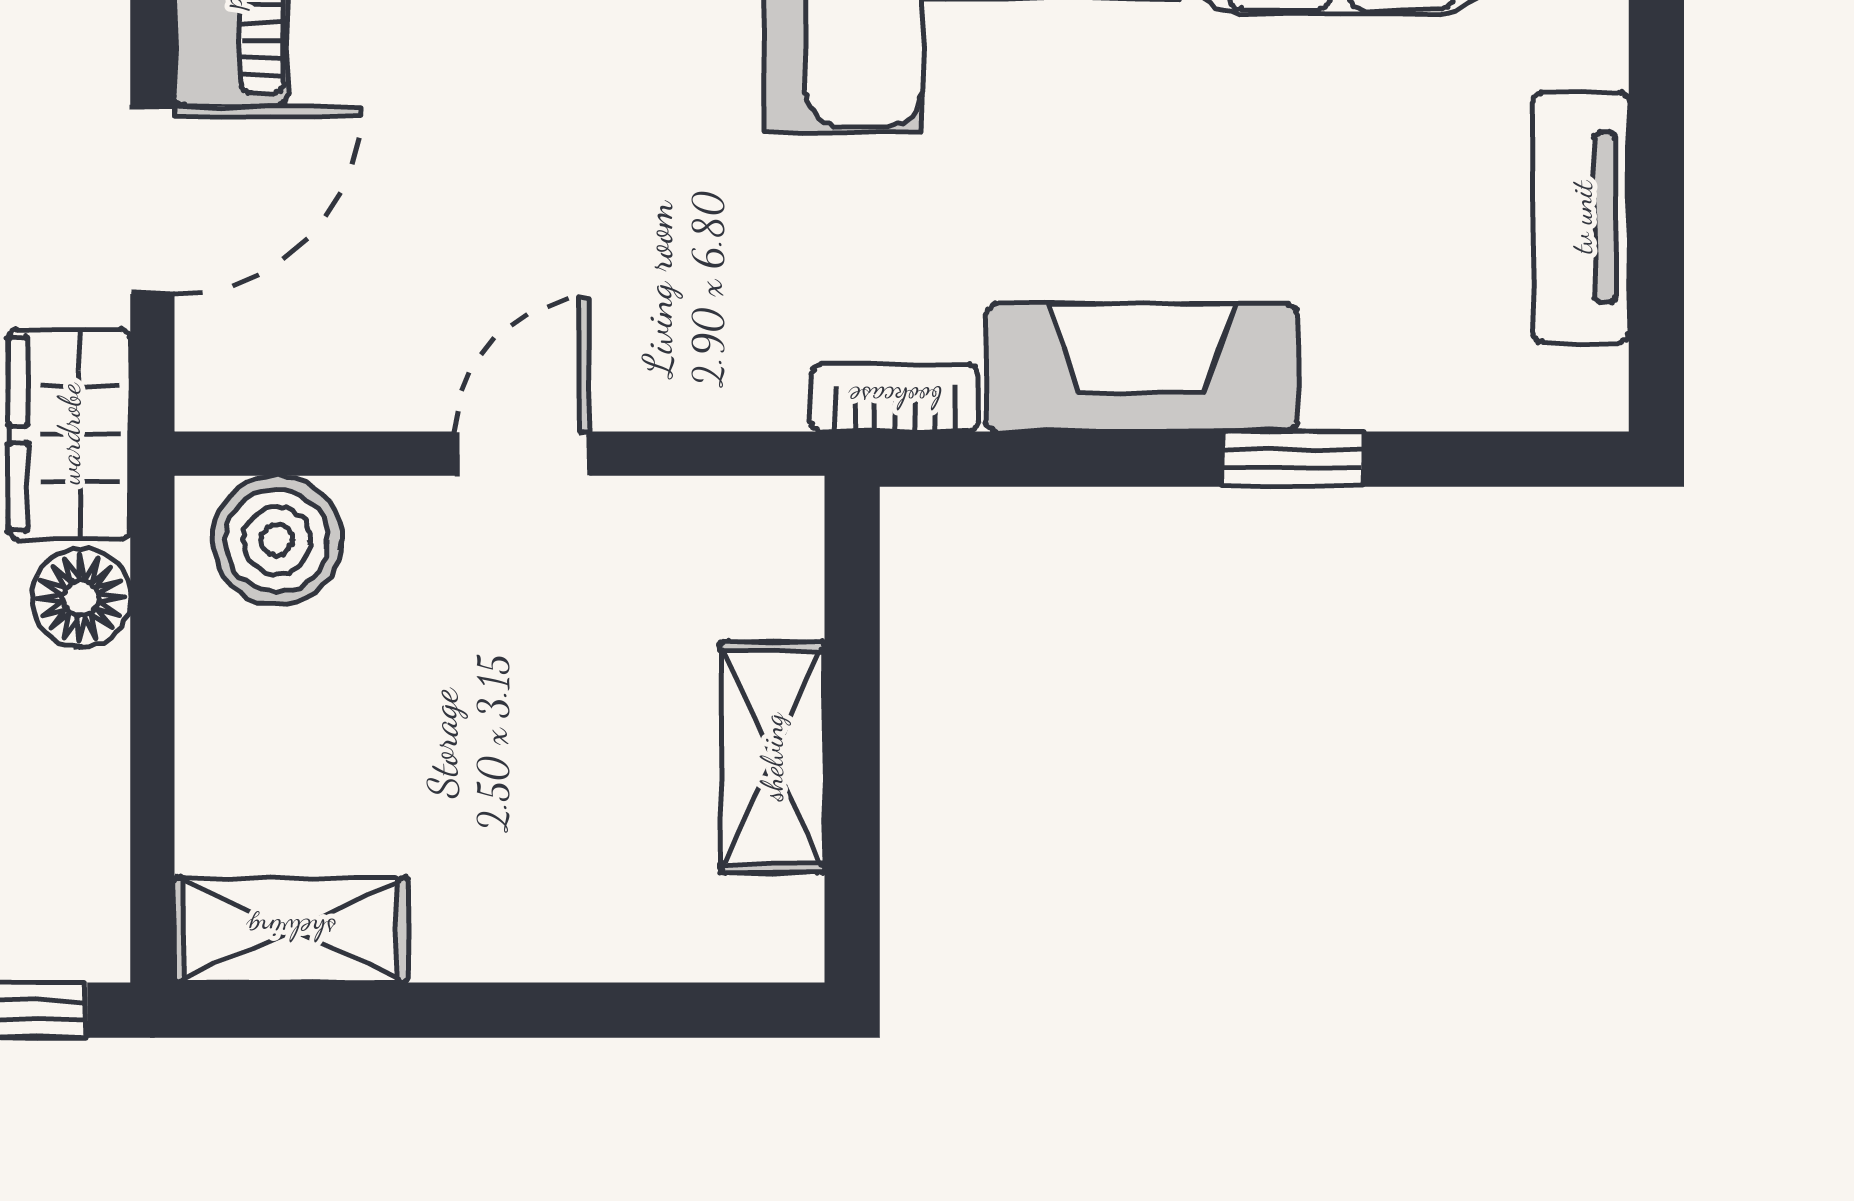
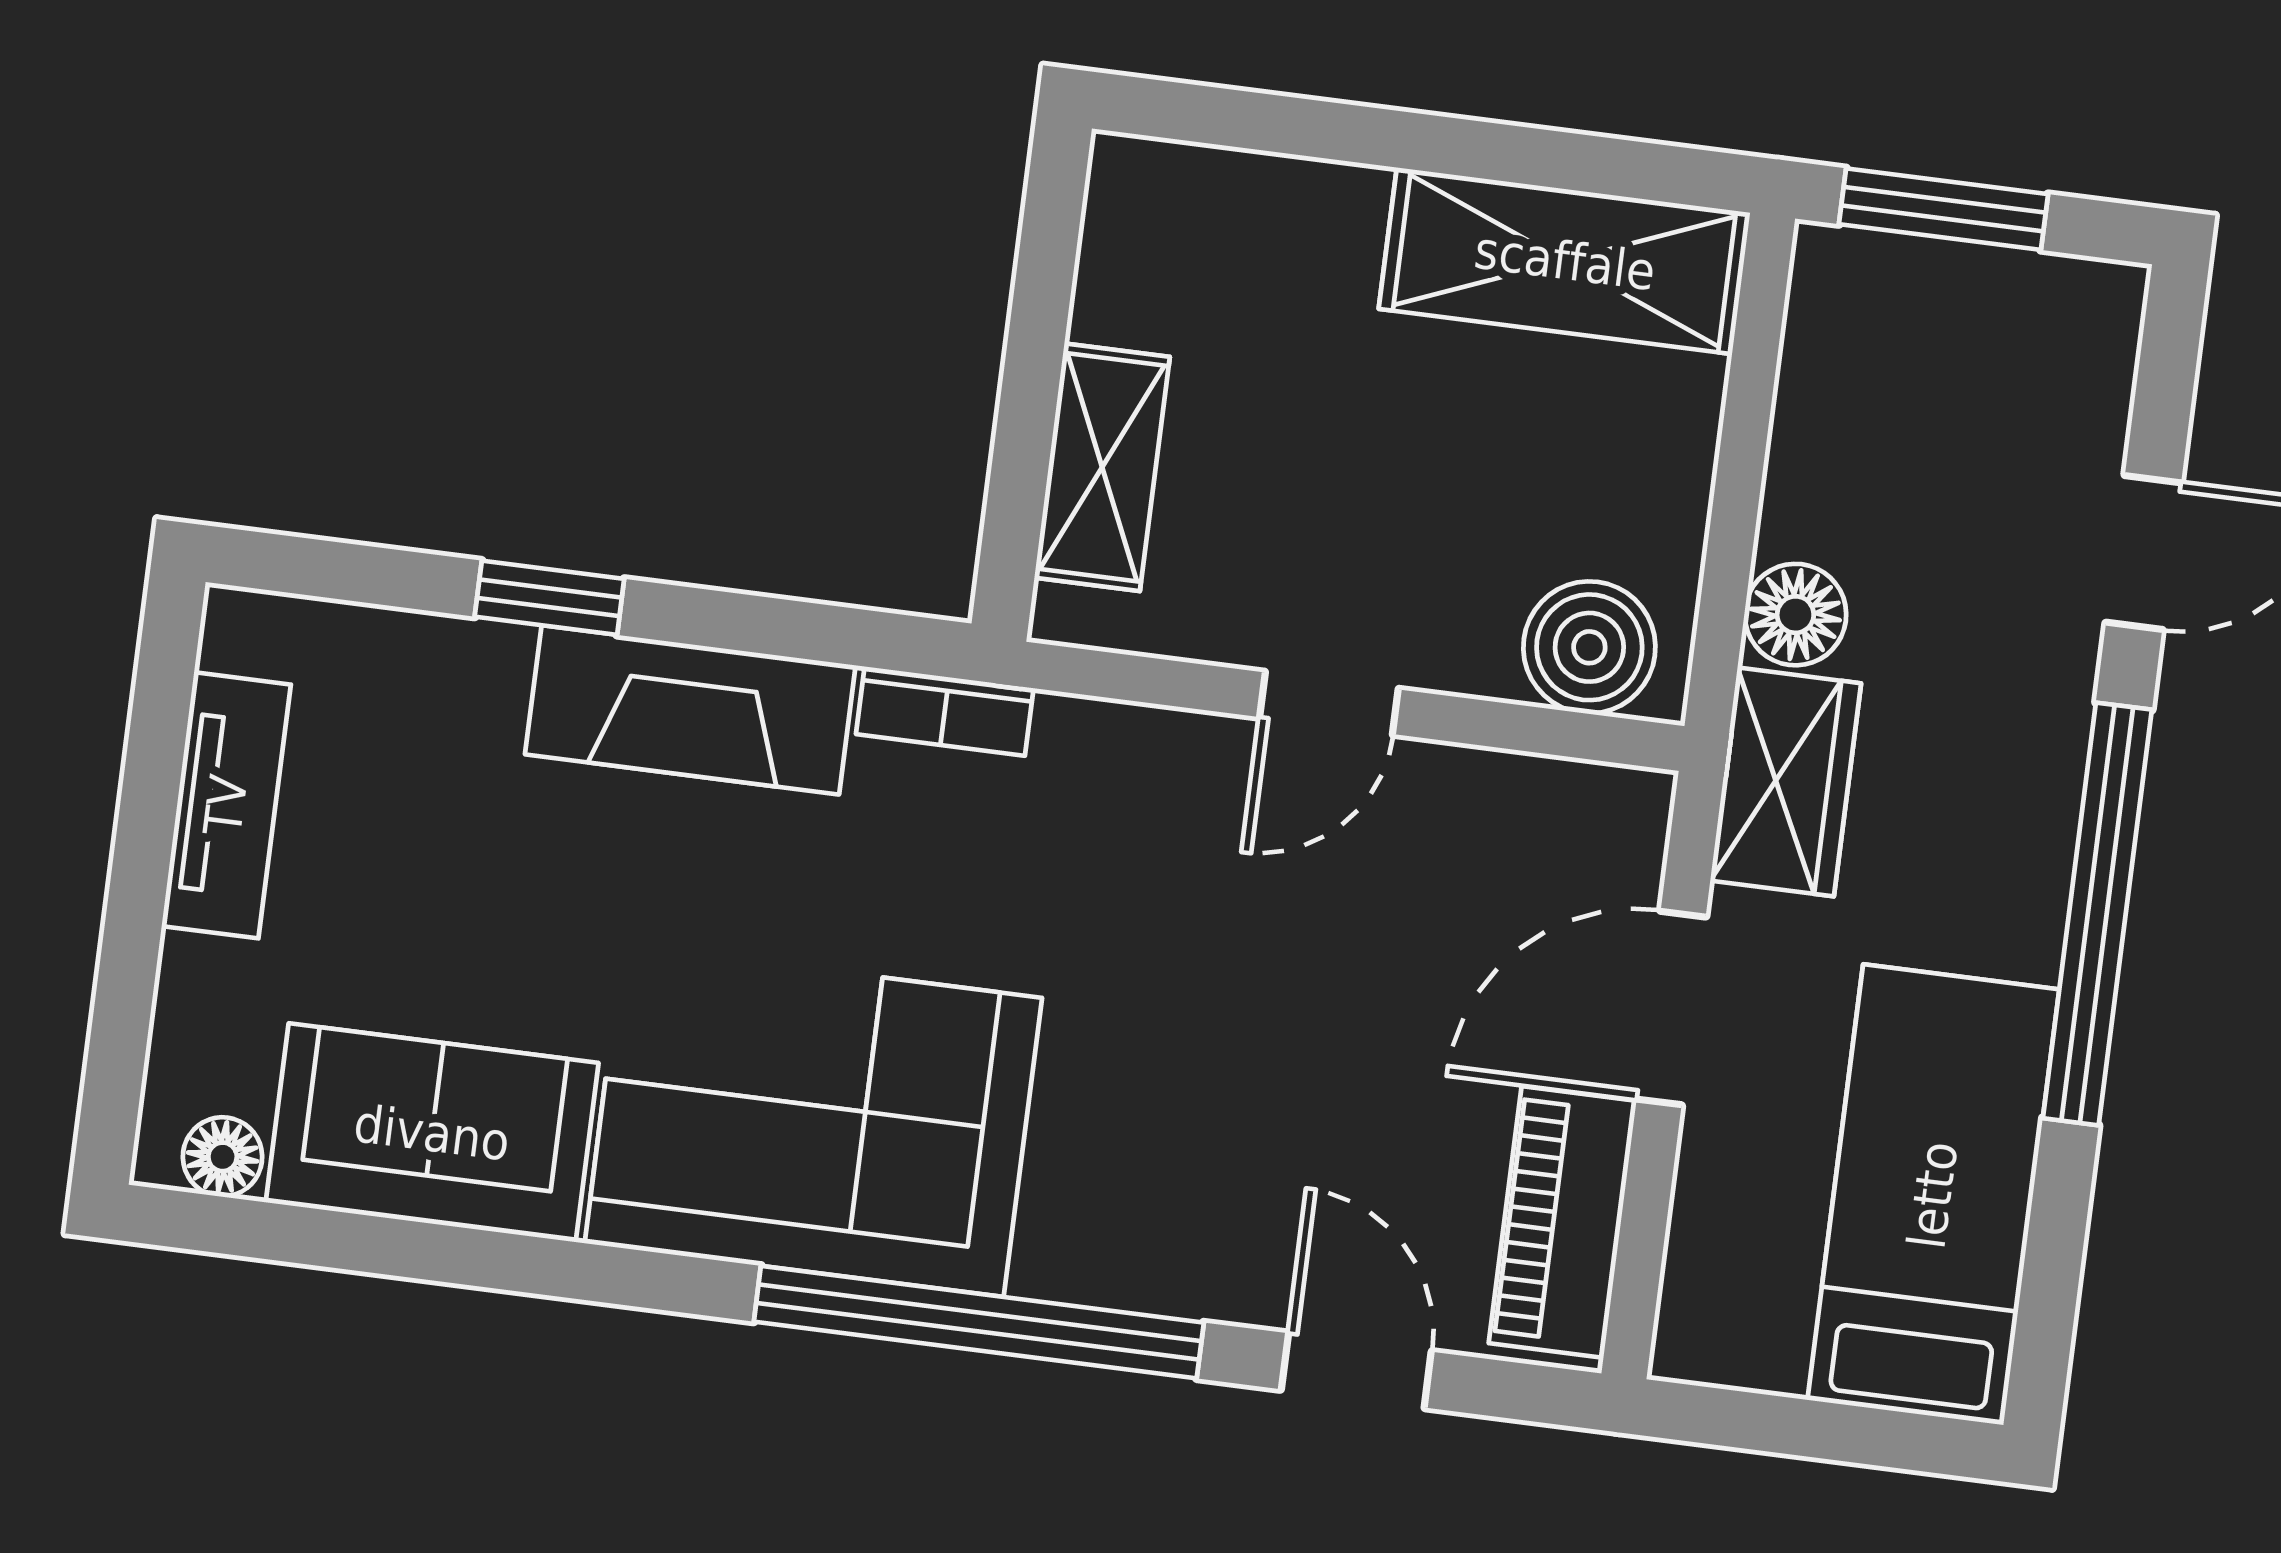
shelving: (772, 757) -> (1102, 467), moved
shelving: (291, 930) -> (1565, 261), width x1.50, depth x1.33

